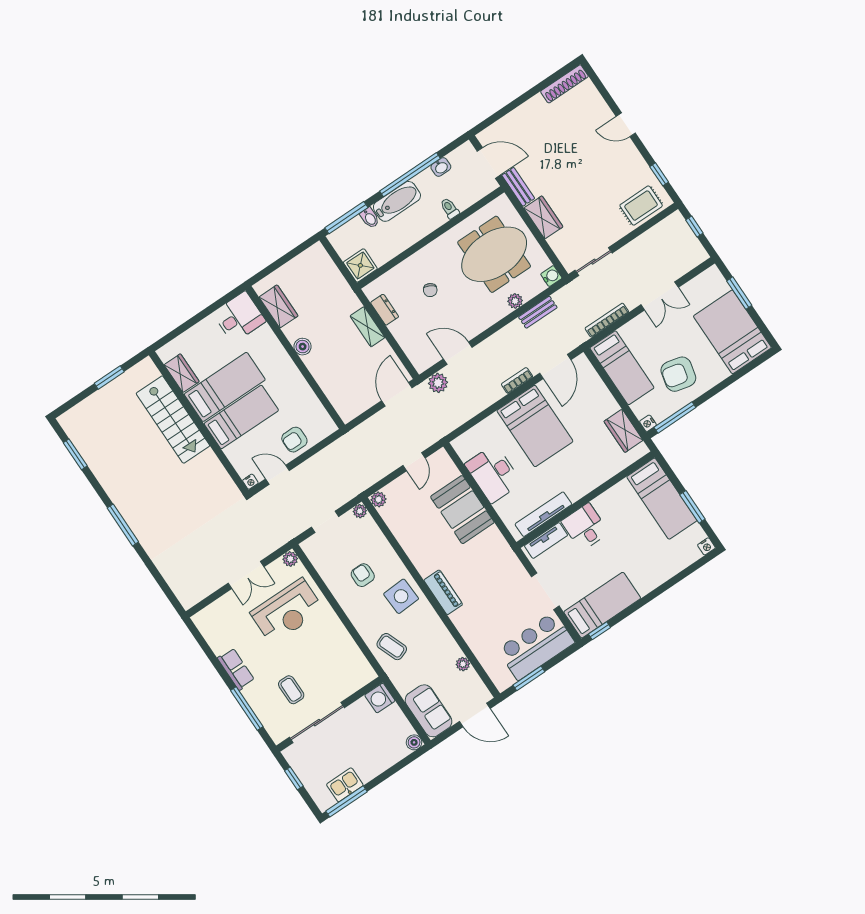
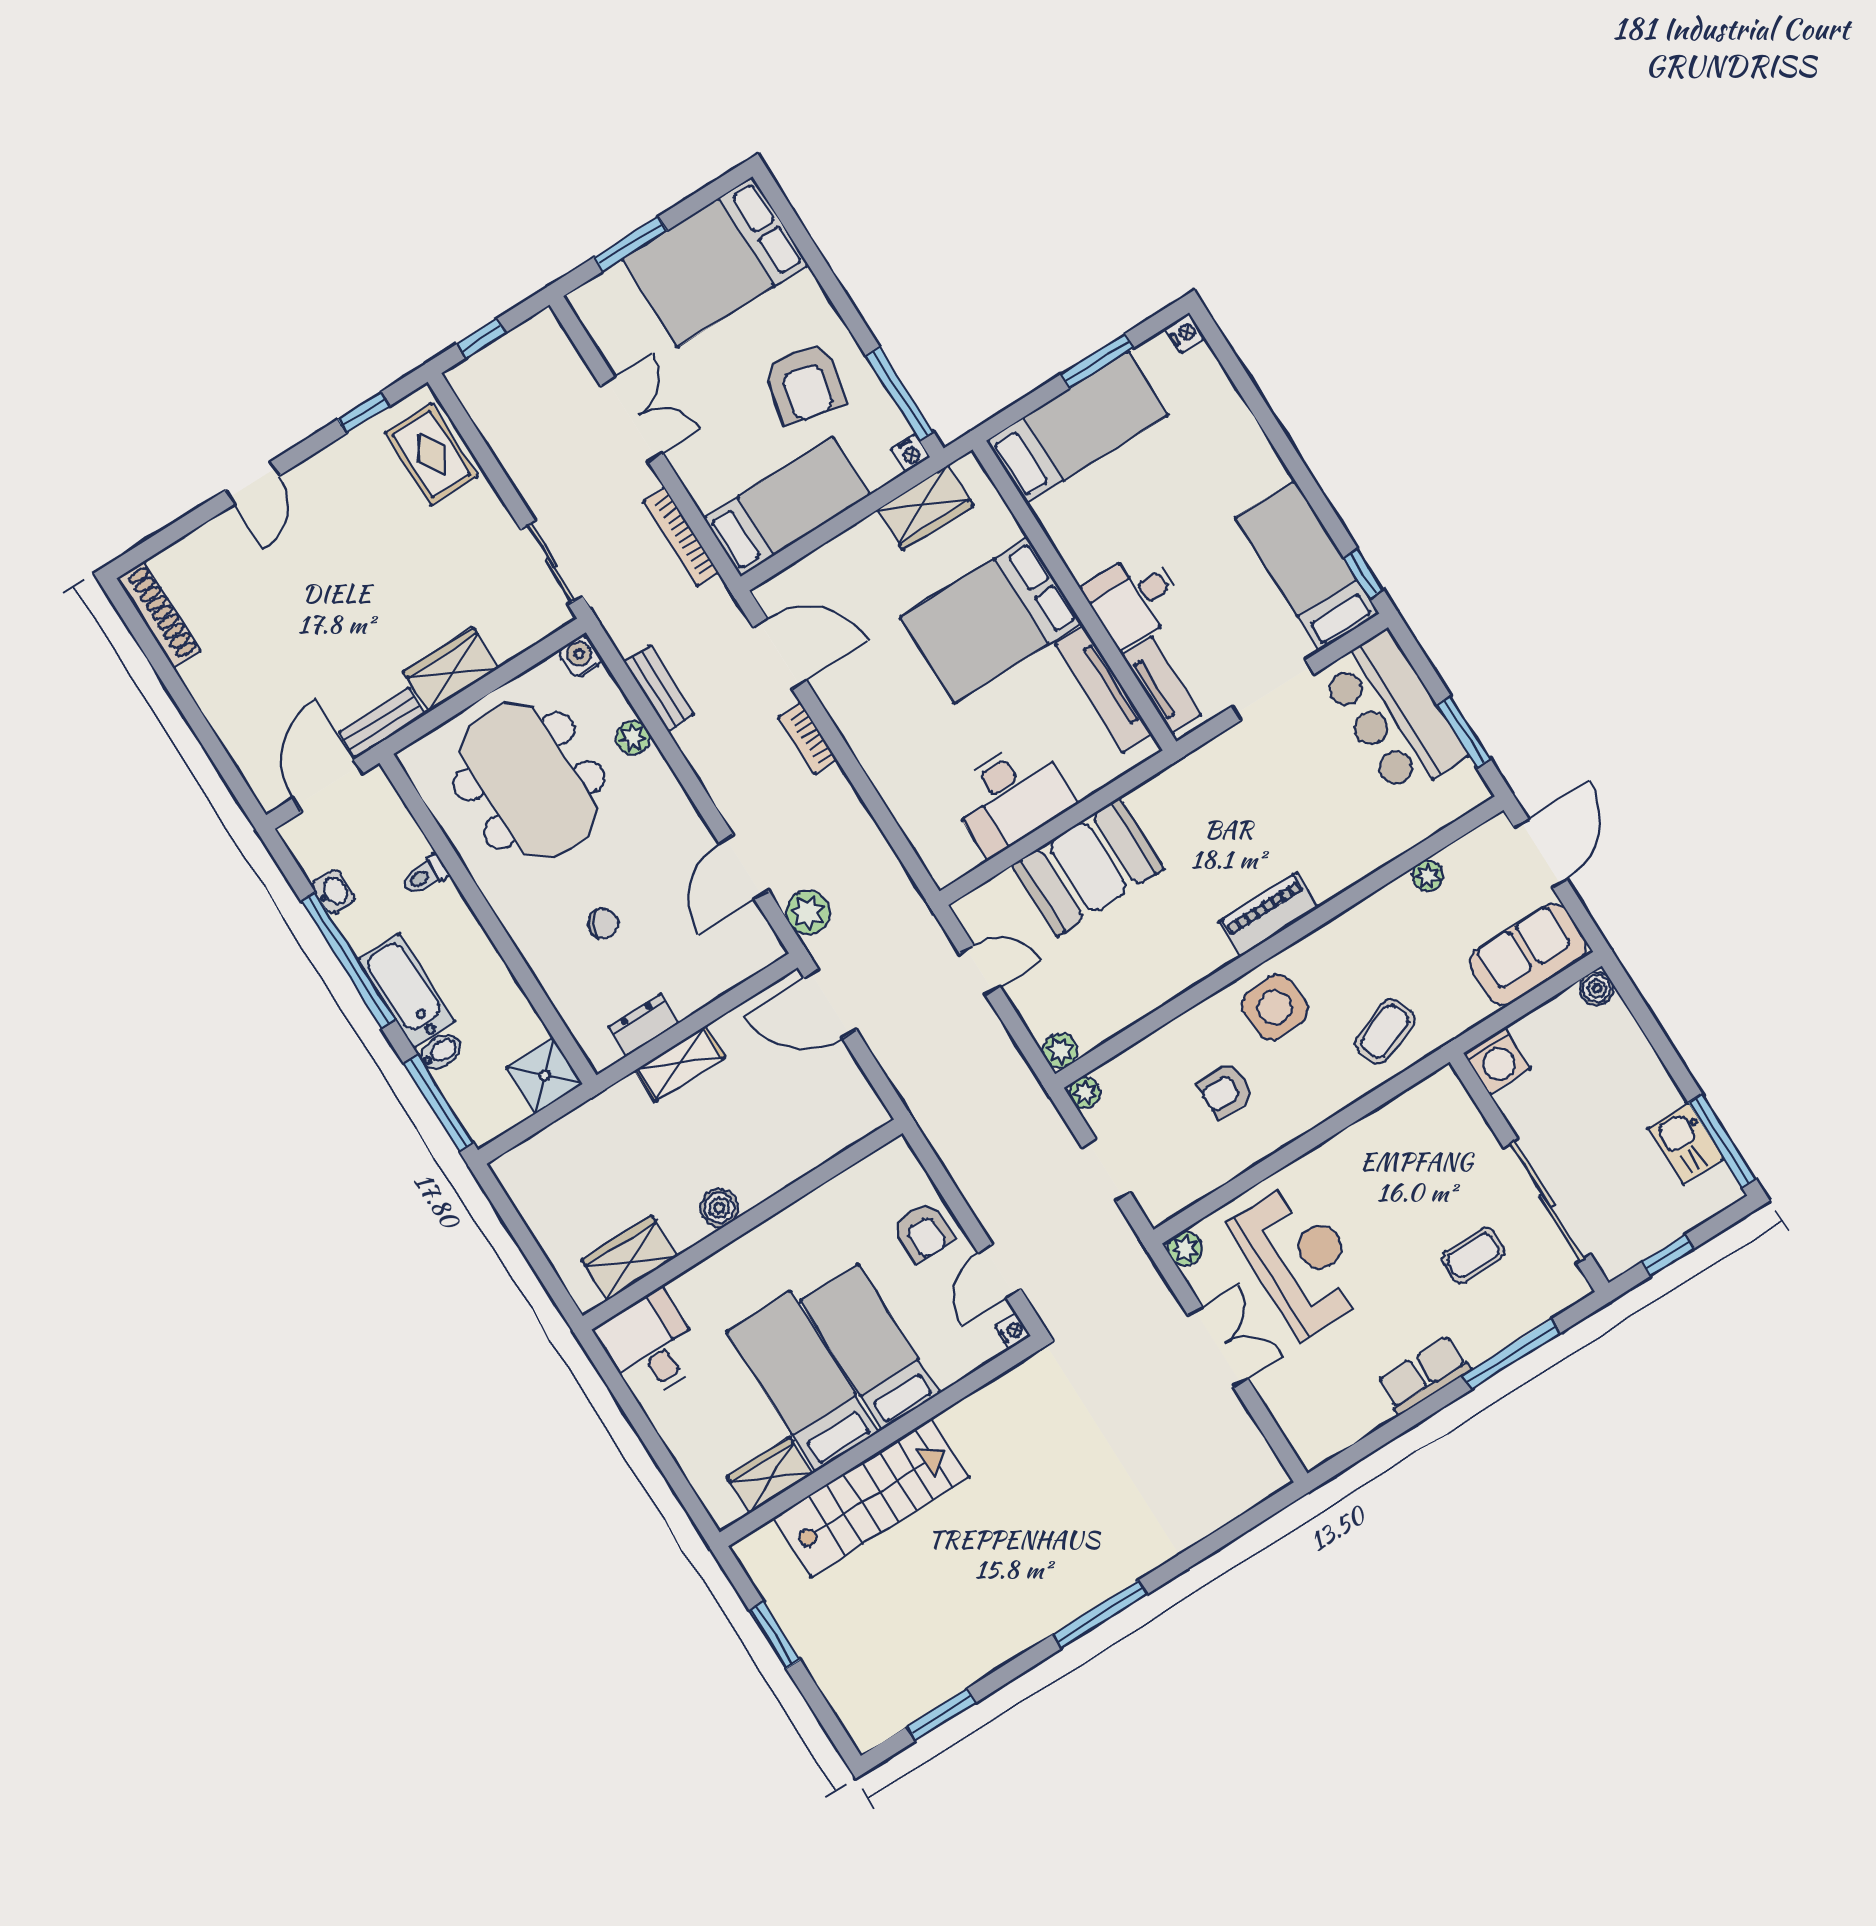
bed: (535, 426) -> (991, 620), moved, turned 180

